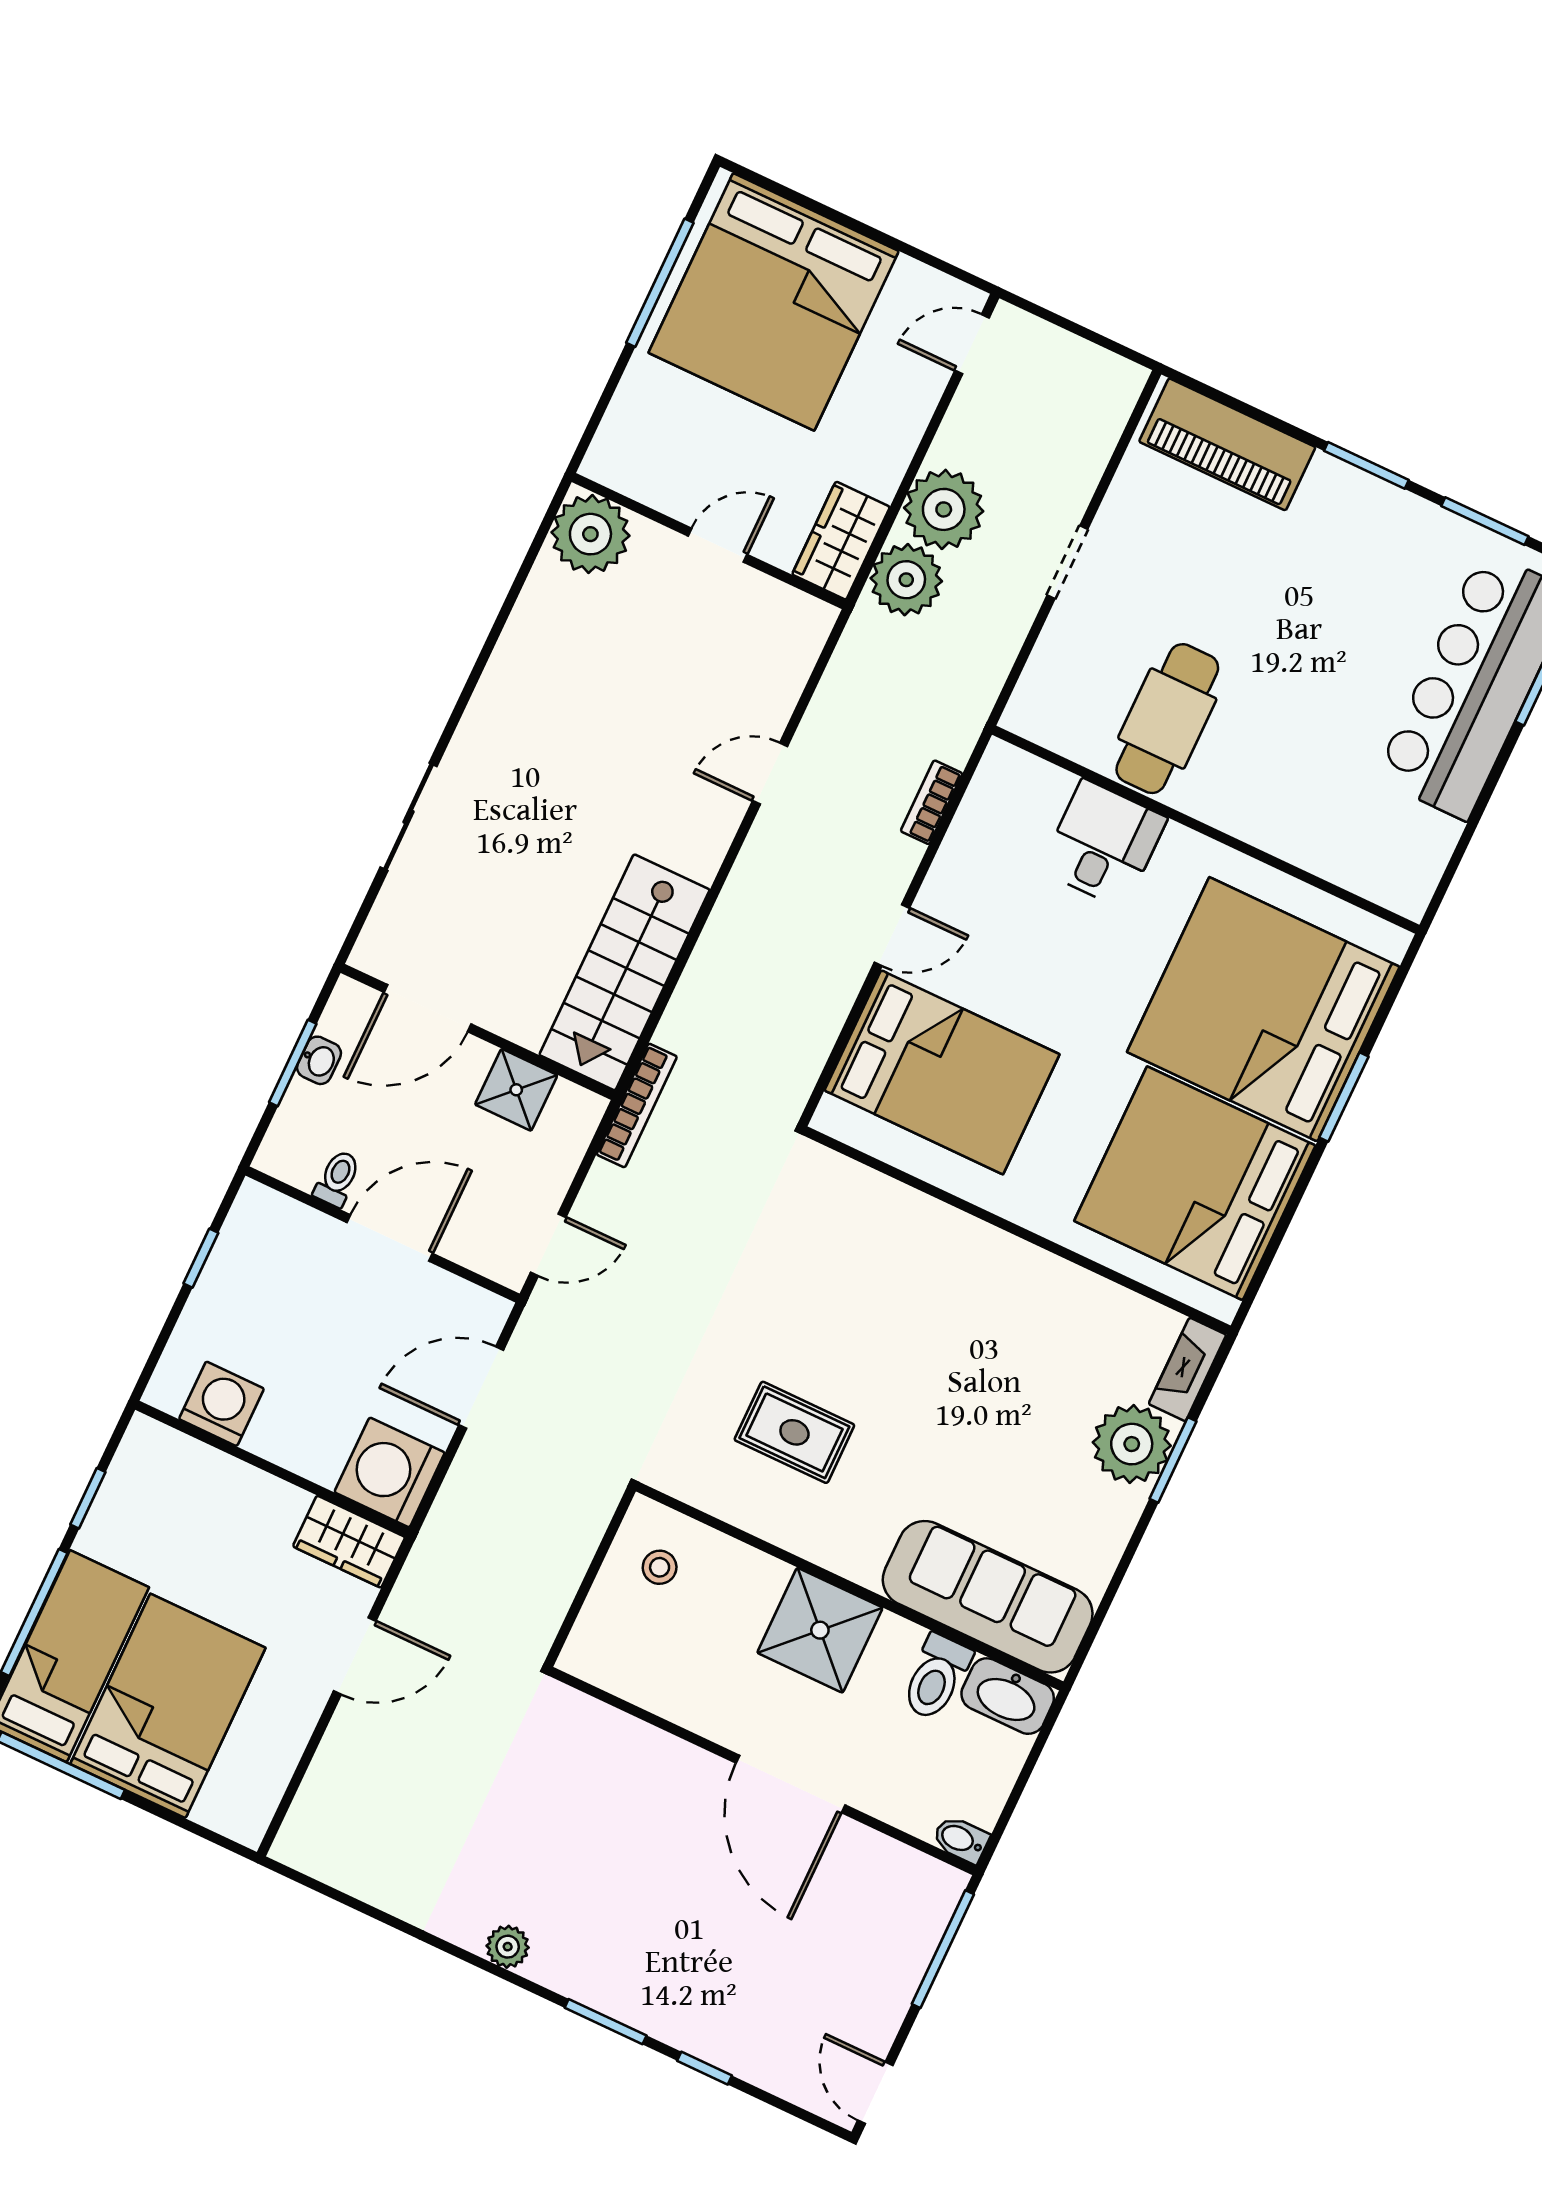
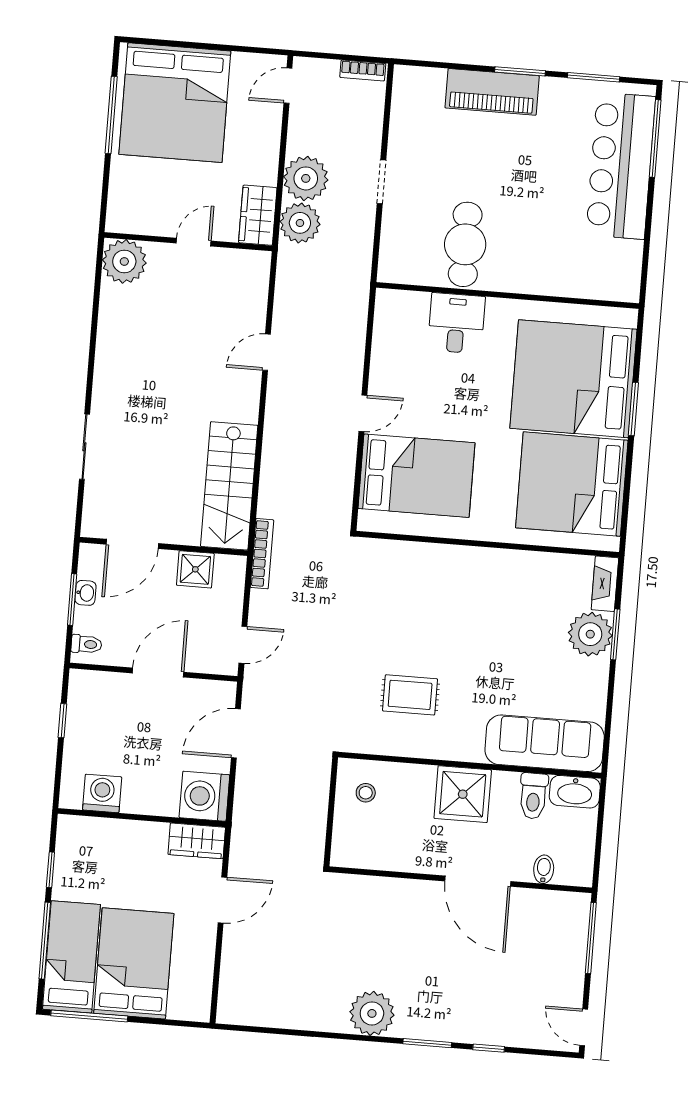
piano: (1227, 444) -> (492, 92), moved
bookcase: (932, 802) -> (363, 70), moved, turned -90
toilet: (337, 1178) -> (86, 644), moved, turned 90
bidet: (961, 1839) -> (544, 869), moved, turned 90
plant: (508, 1947) -> (372, 1013), width x1.87, depth x1.87

